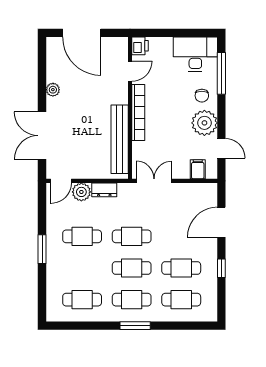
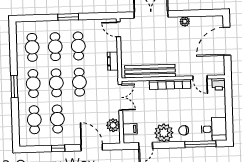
desk: (195, 54) -> (214, 129), width x0.73
plant: (81, 192) -> (113, 125), moved
cafe table: (82, 268) -> (55, 47), added

